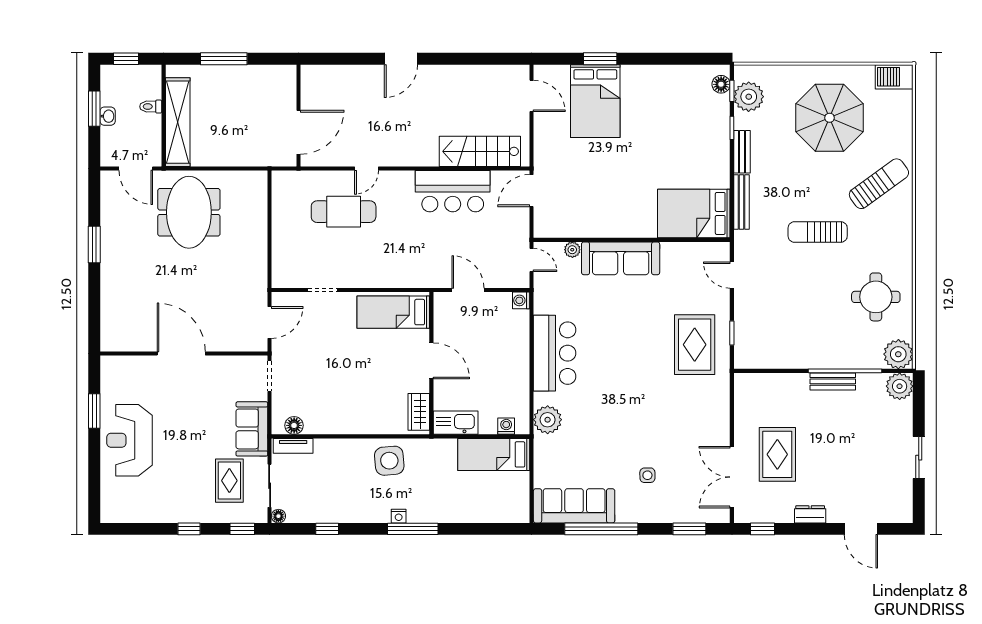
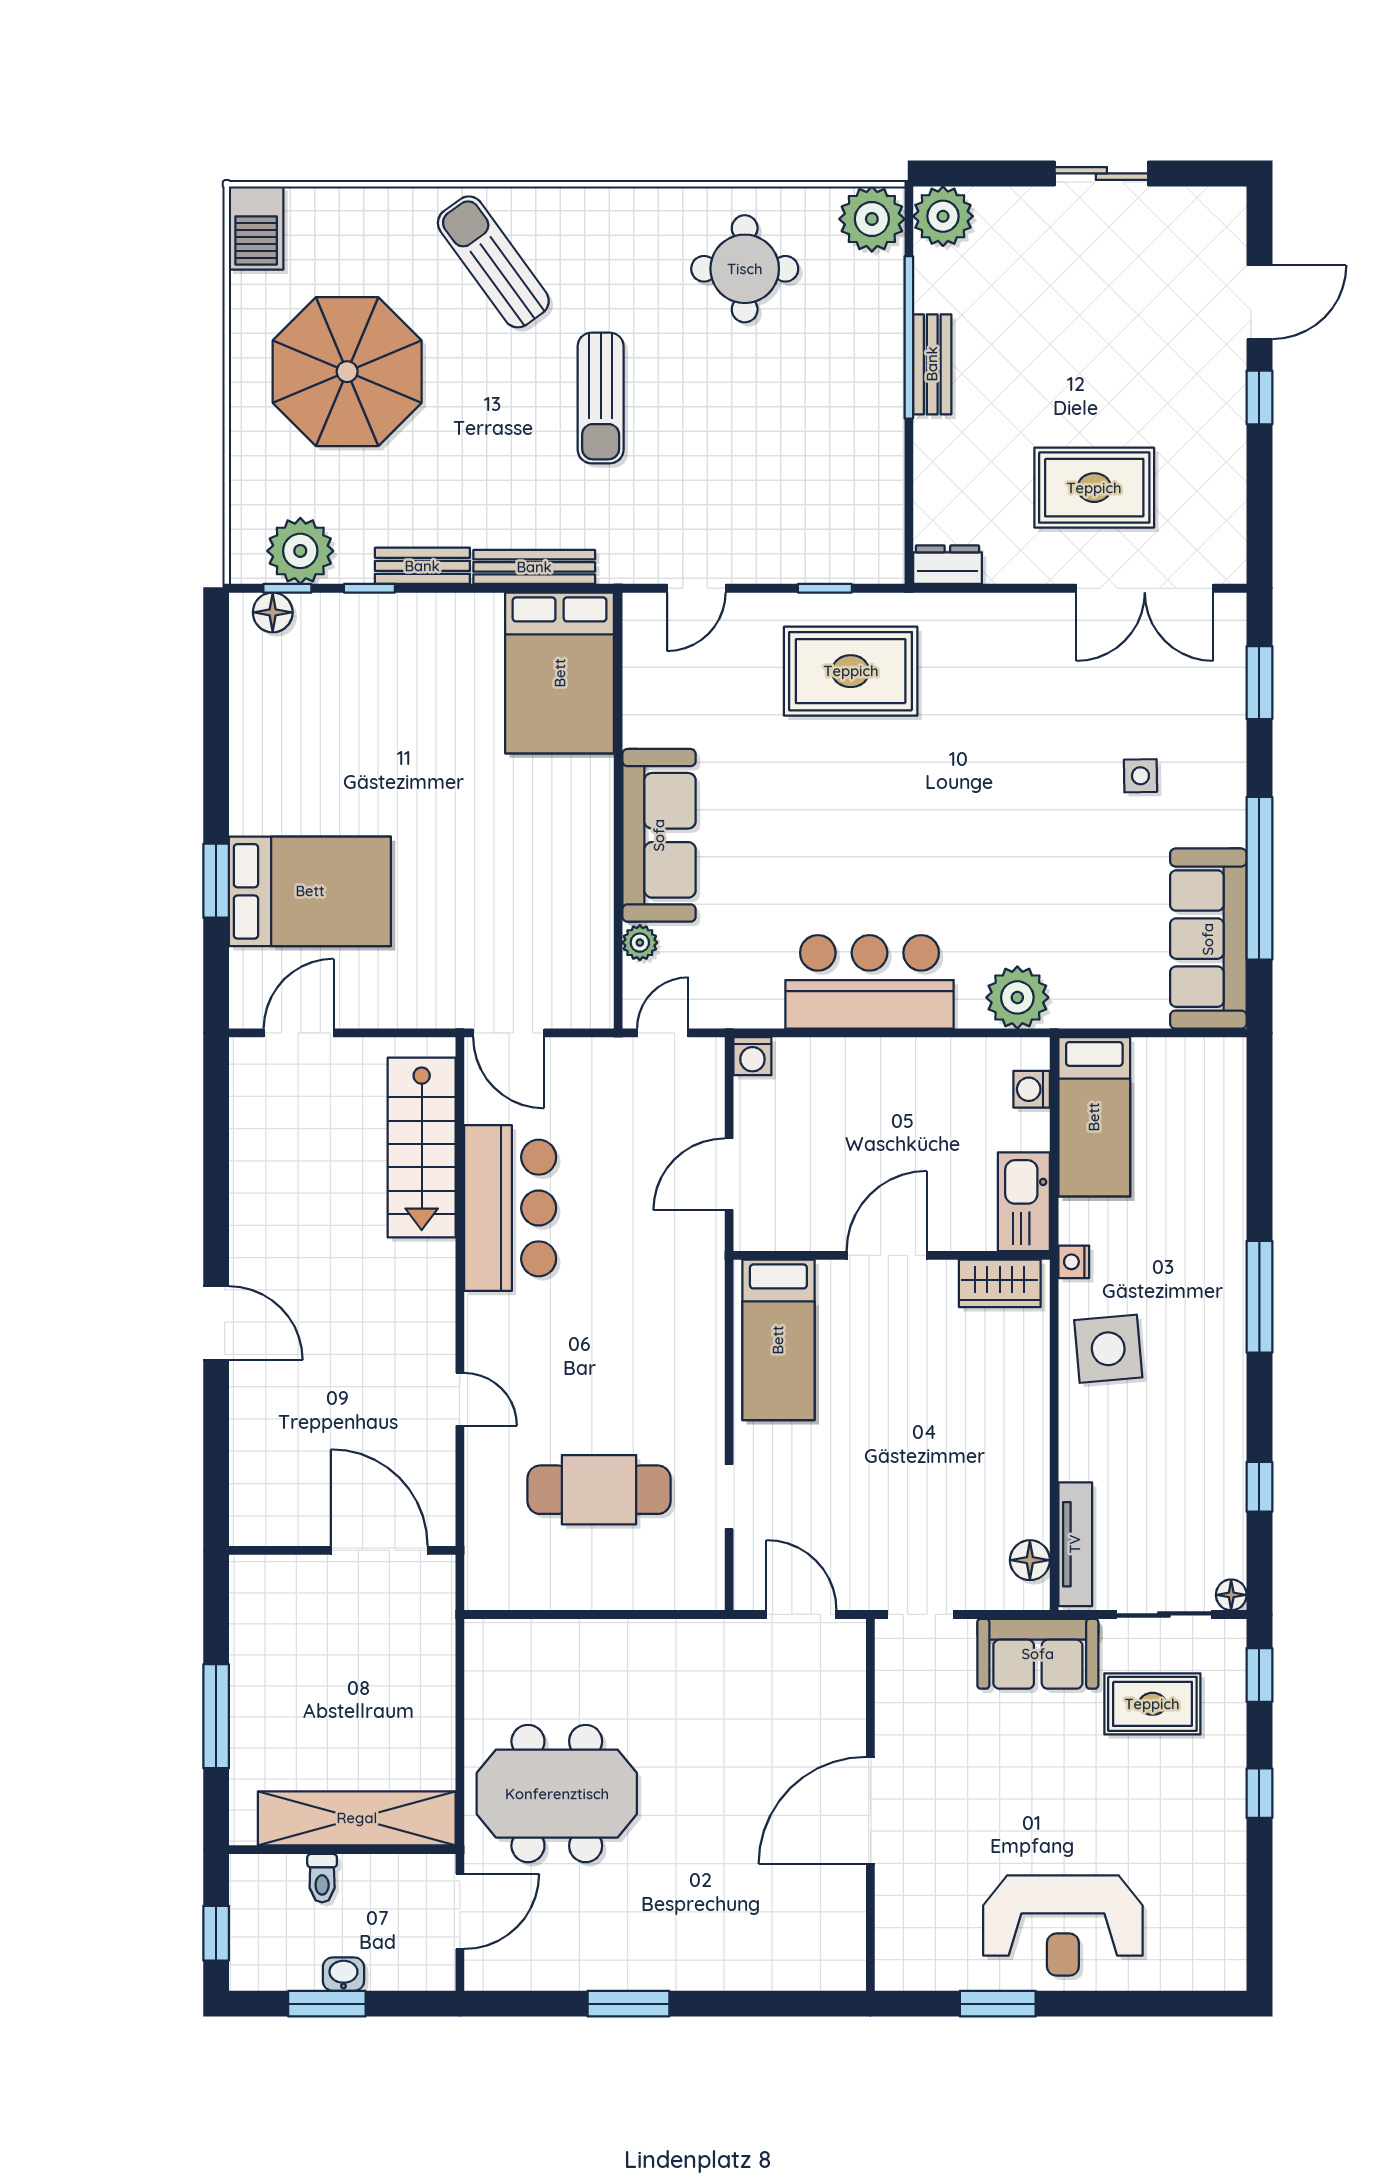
cafe table: (344, 212) -> (599, 1490), moved, turned 90
tv unit: (293, 446) -> (1075, 1544), width x1.41
dresser: (810, 514) -> (947, 565), moved, turned 90
nightstand: (399, 516) -> (1074, 1262), moved, turned 180
window: (763, 529) -> (1259, 397), moved

